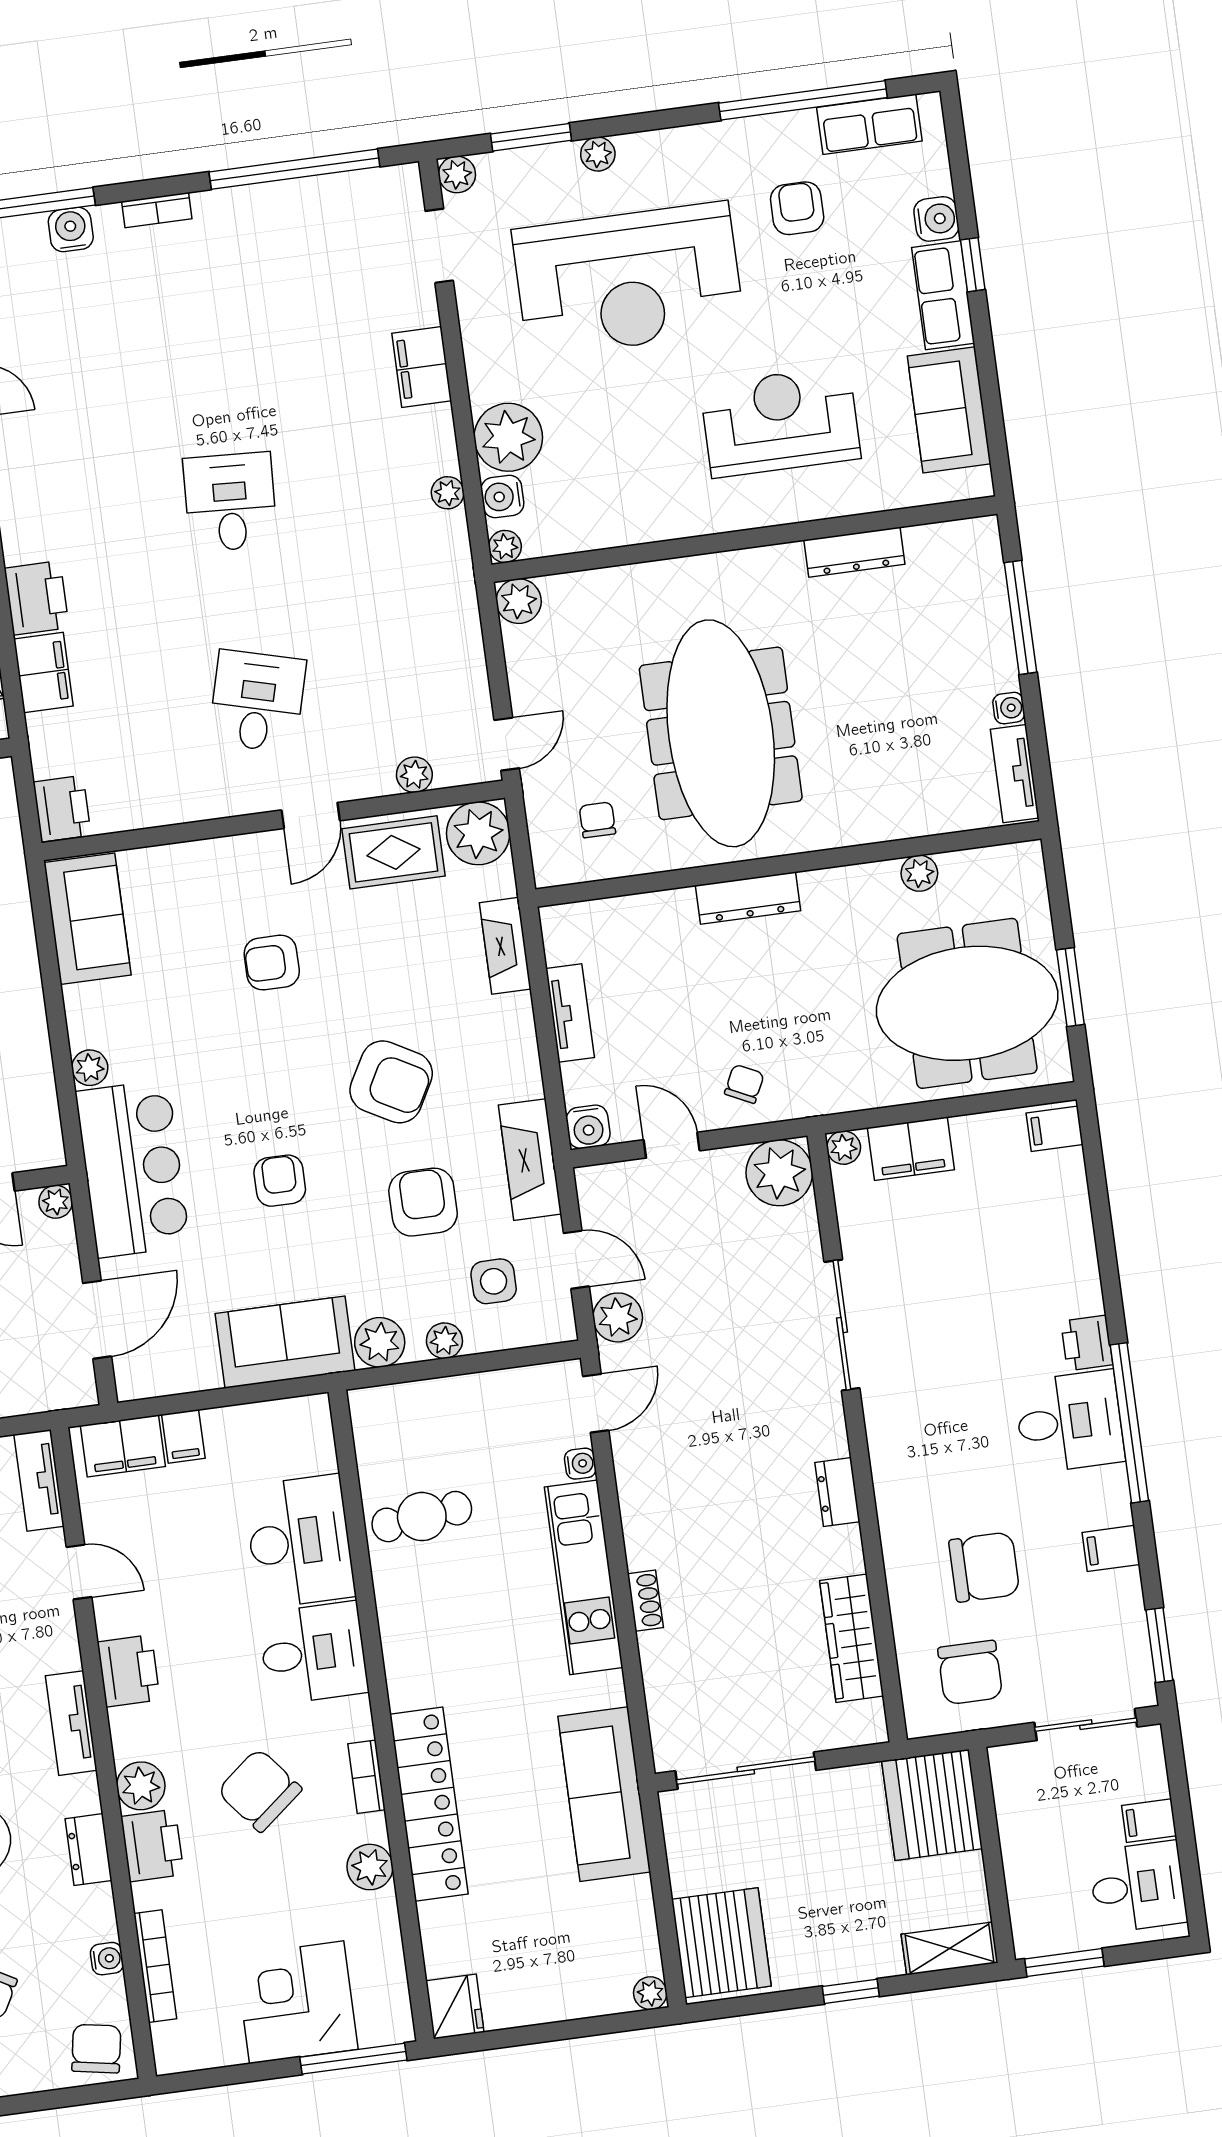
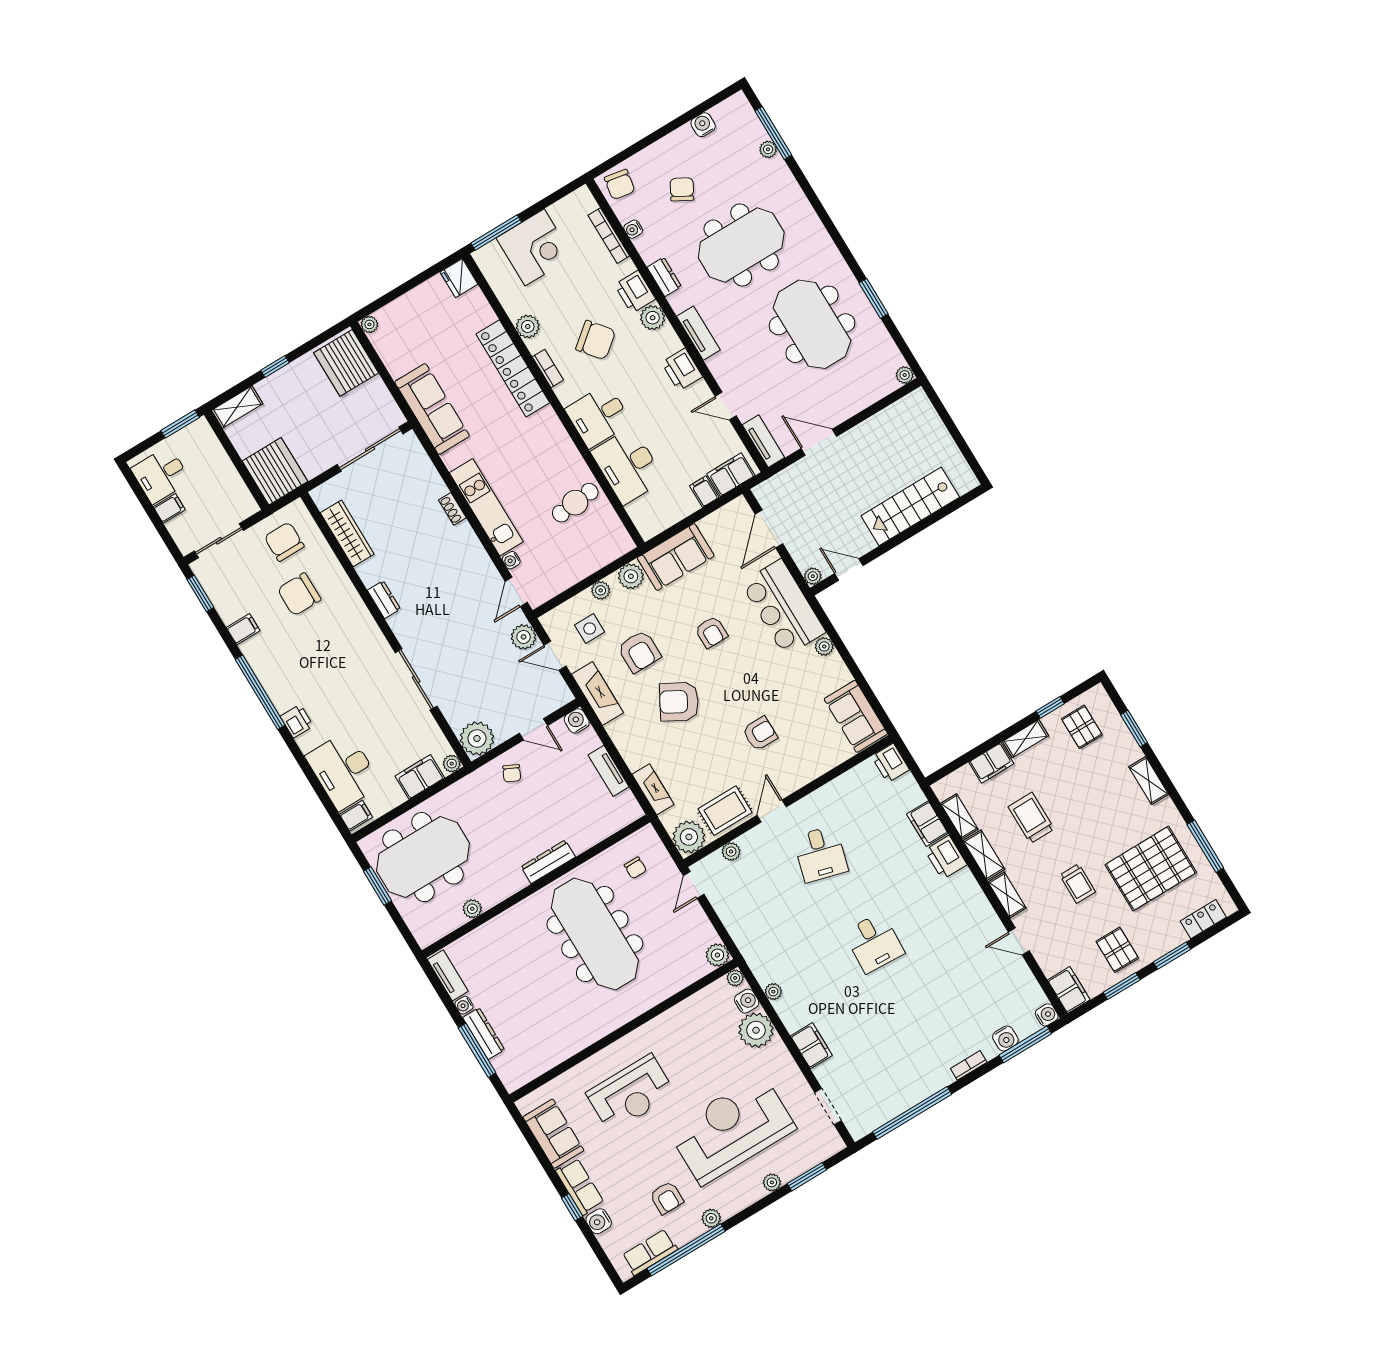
plant: (457, 174) -> (711, 1218), moved
dresser: (854, 552) -> (484, 1034), moved, turned 90
desk: (1069, 1422) -> (343, 771), moved, width x1.37

